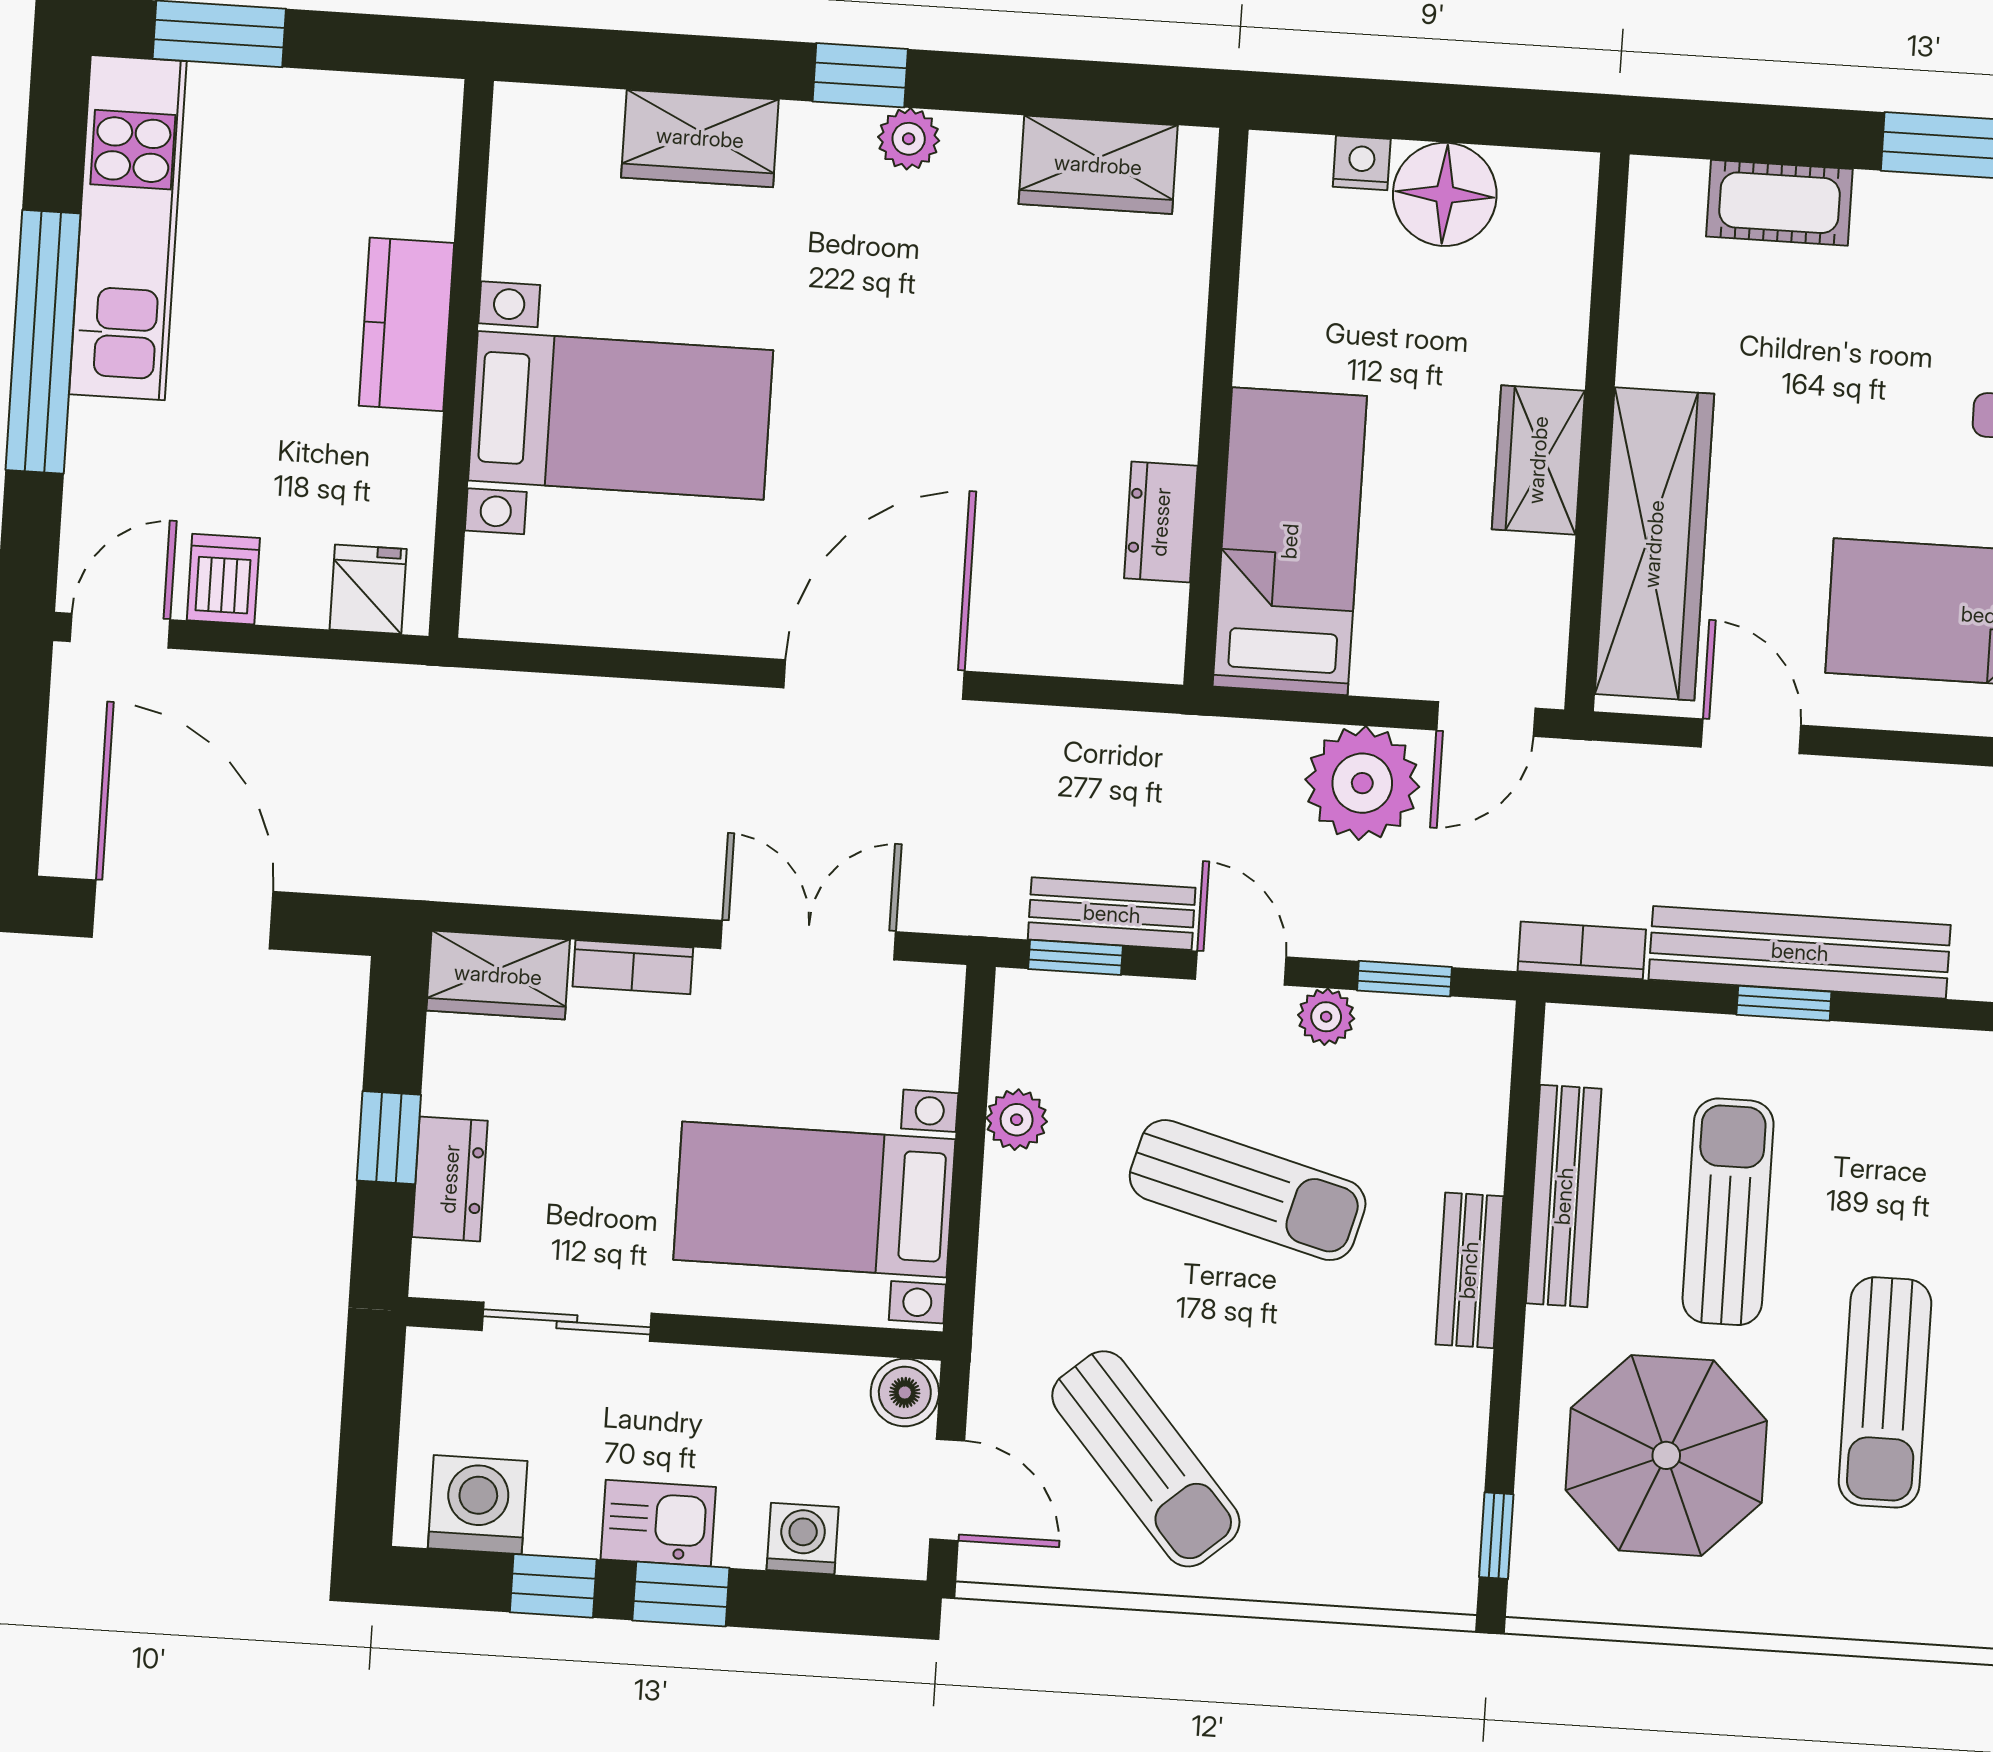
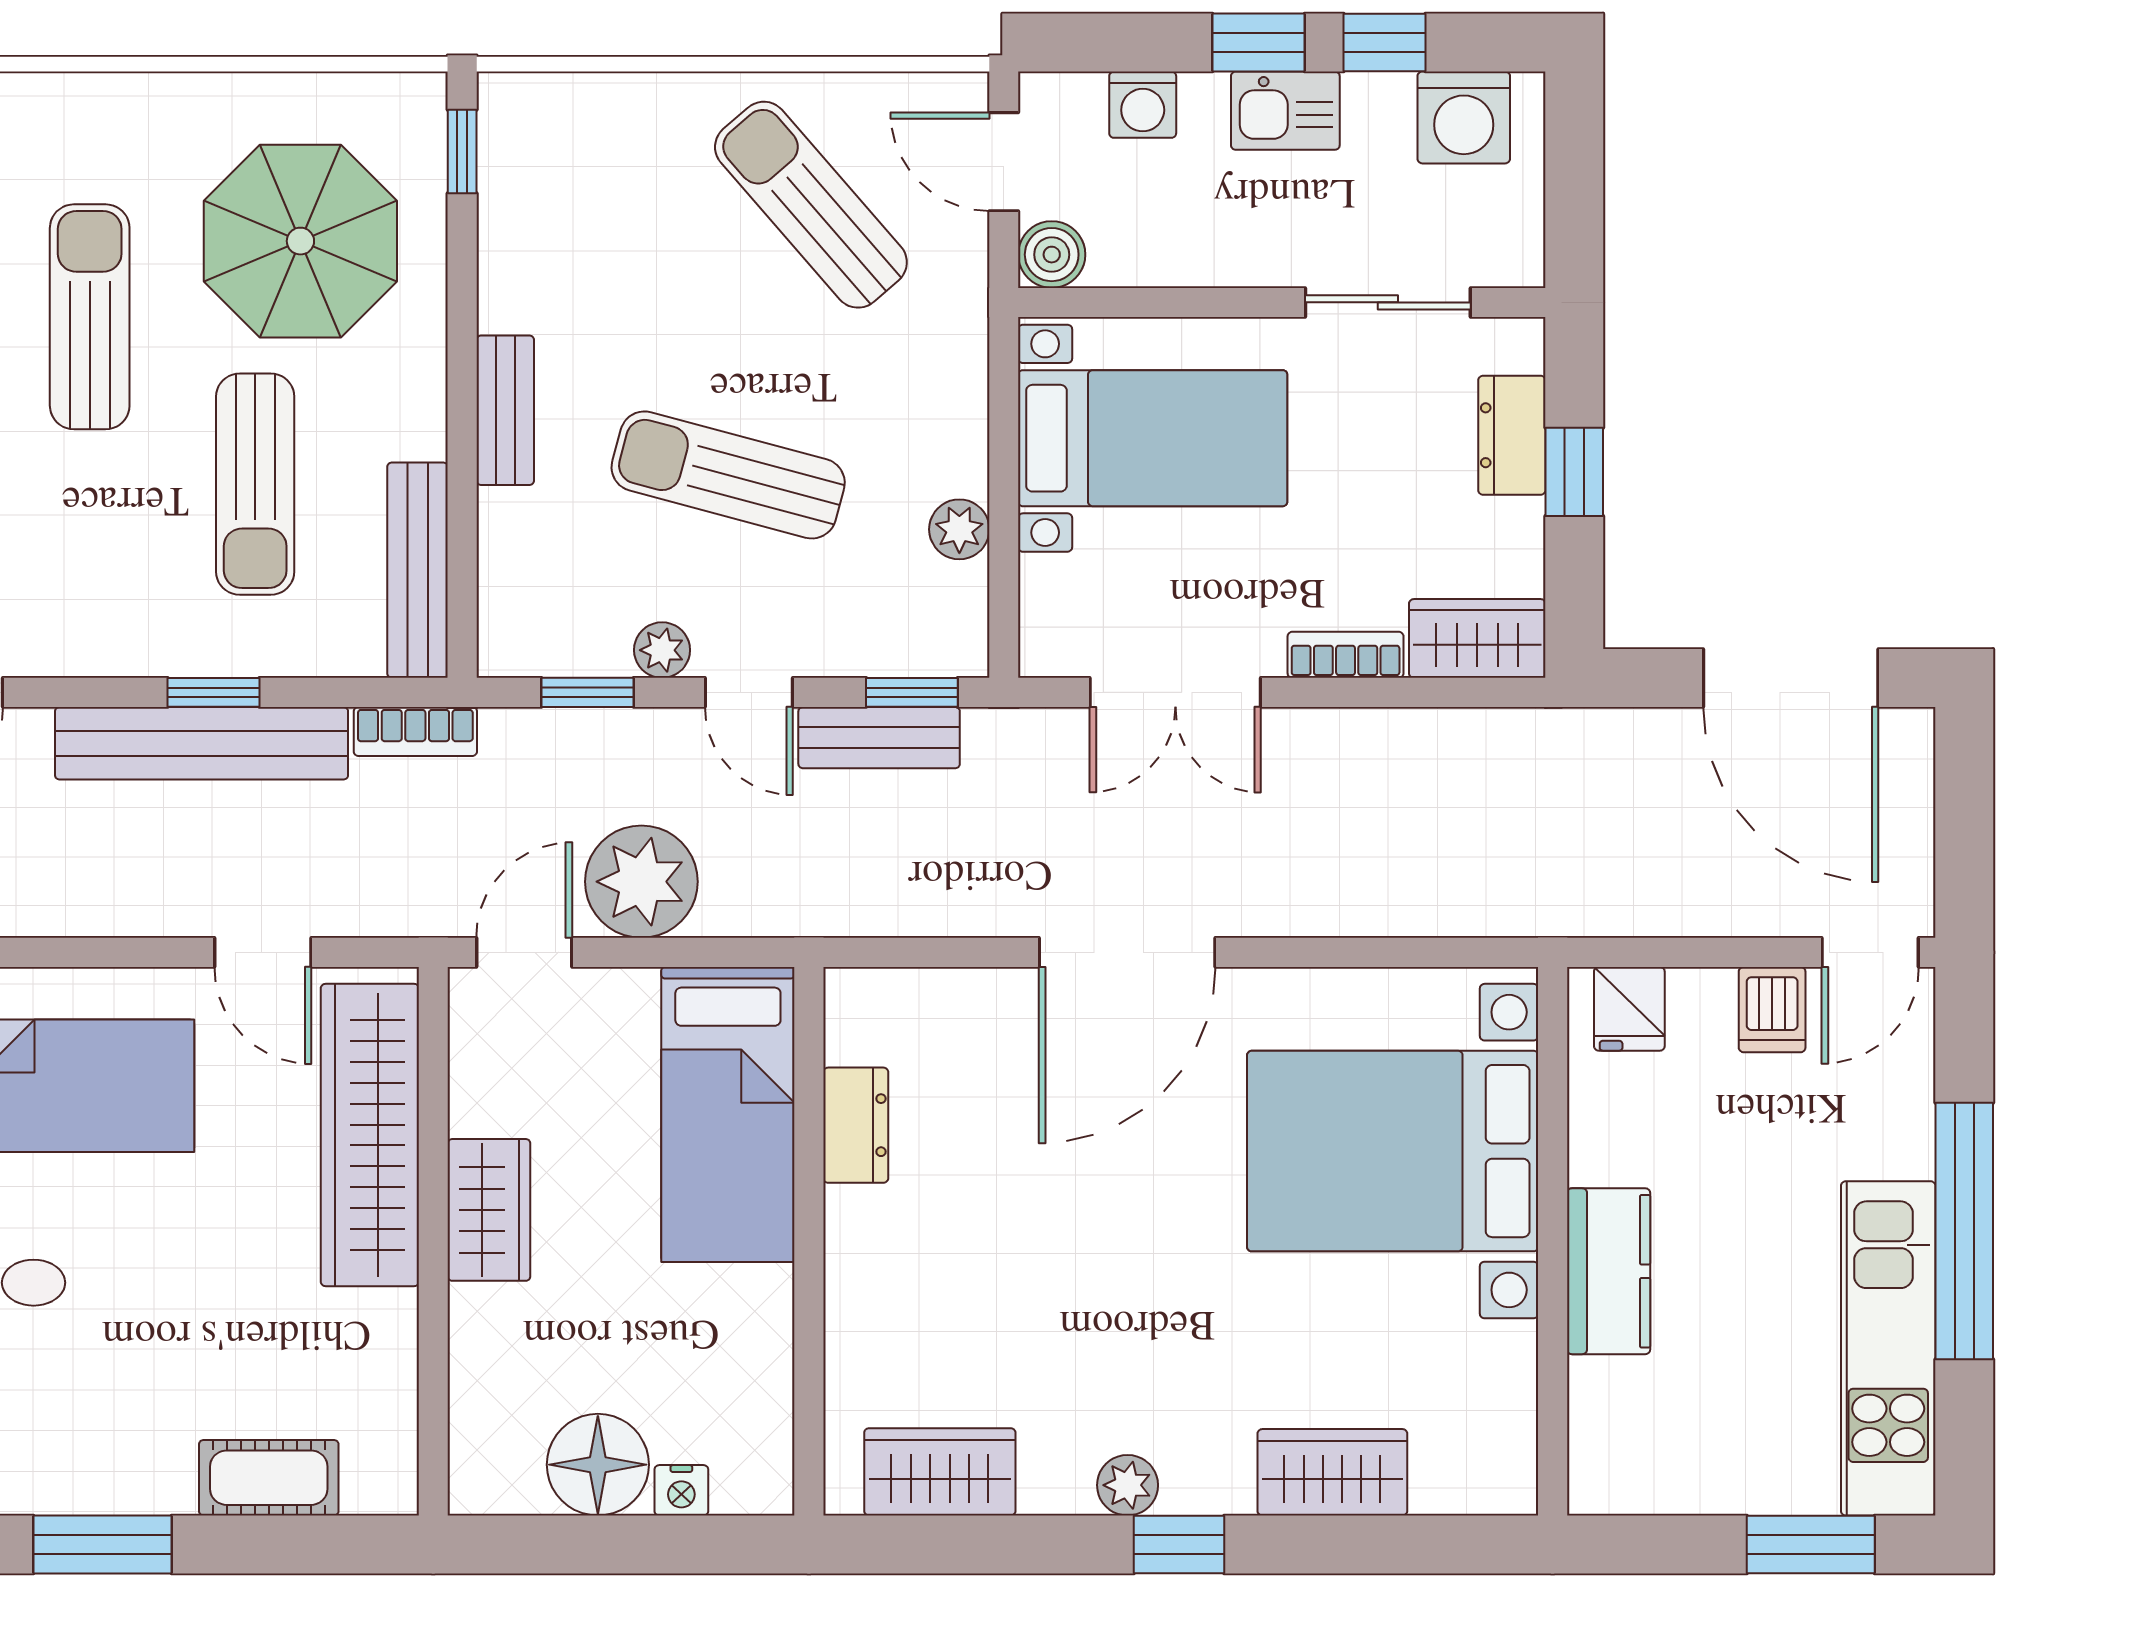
bed with nightstands: (621, 415) -> (1393, 1151), width x1.36
bench: (1564, 1196) -> (418, 570), moved

